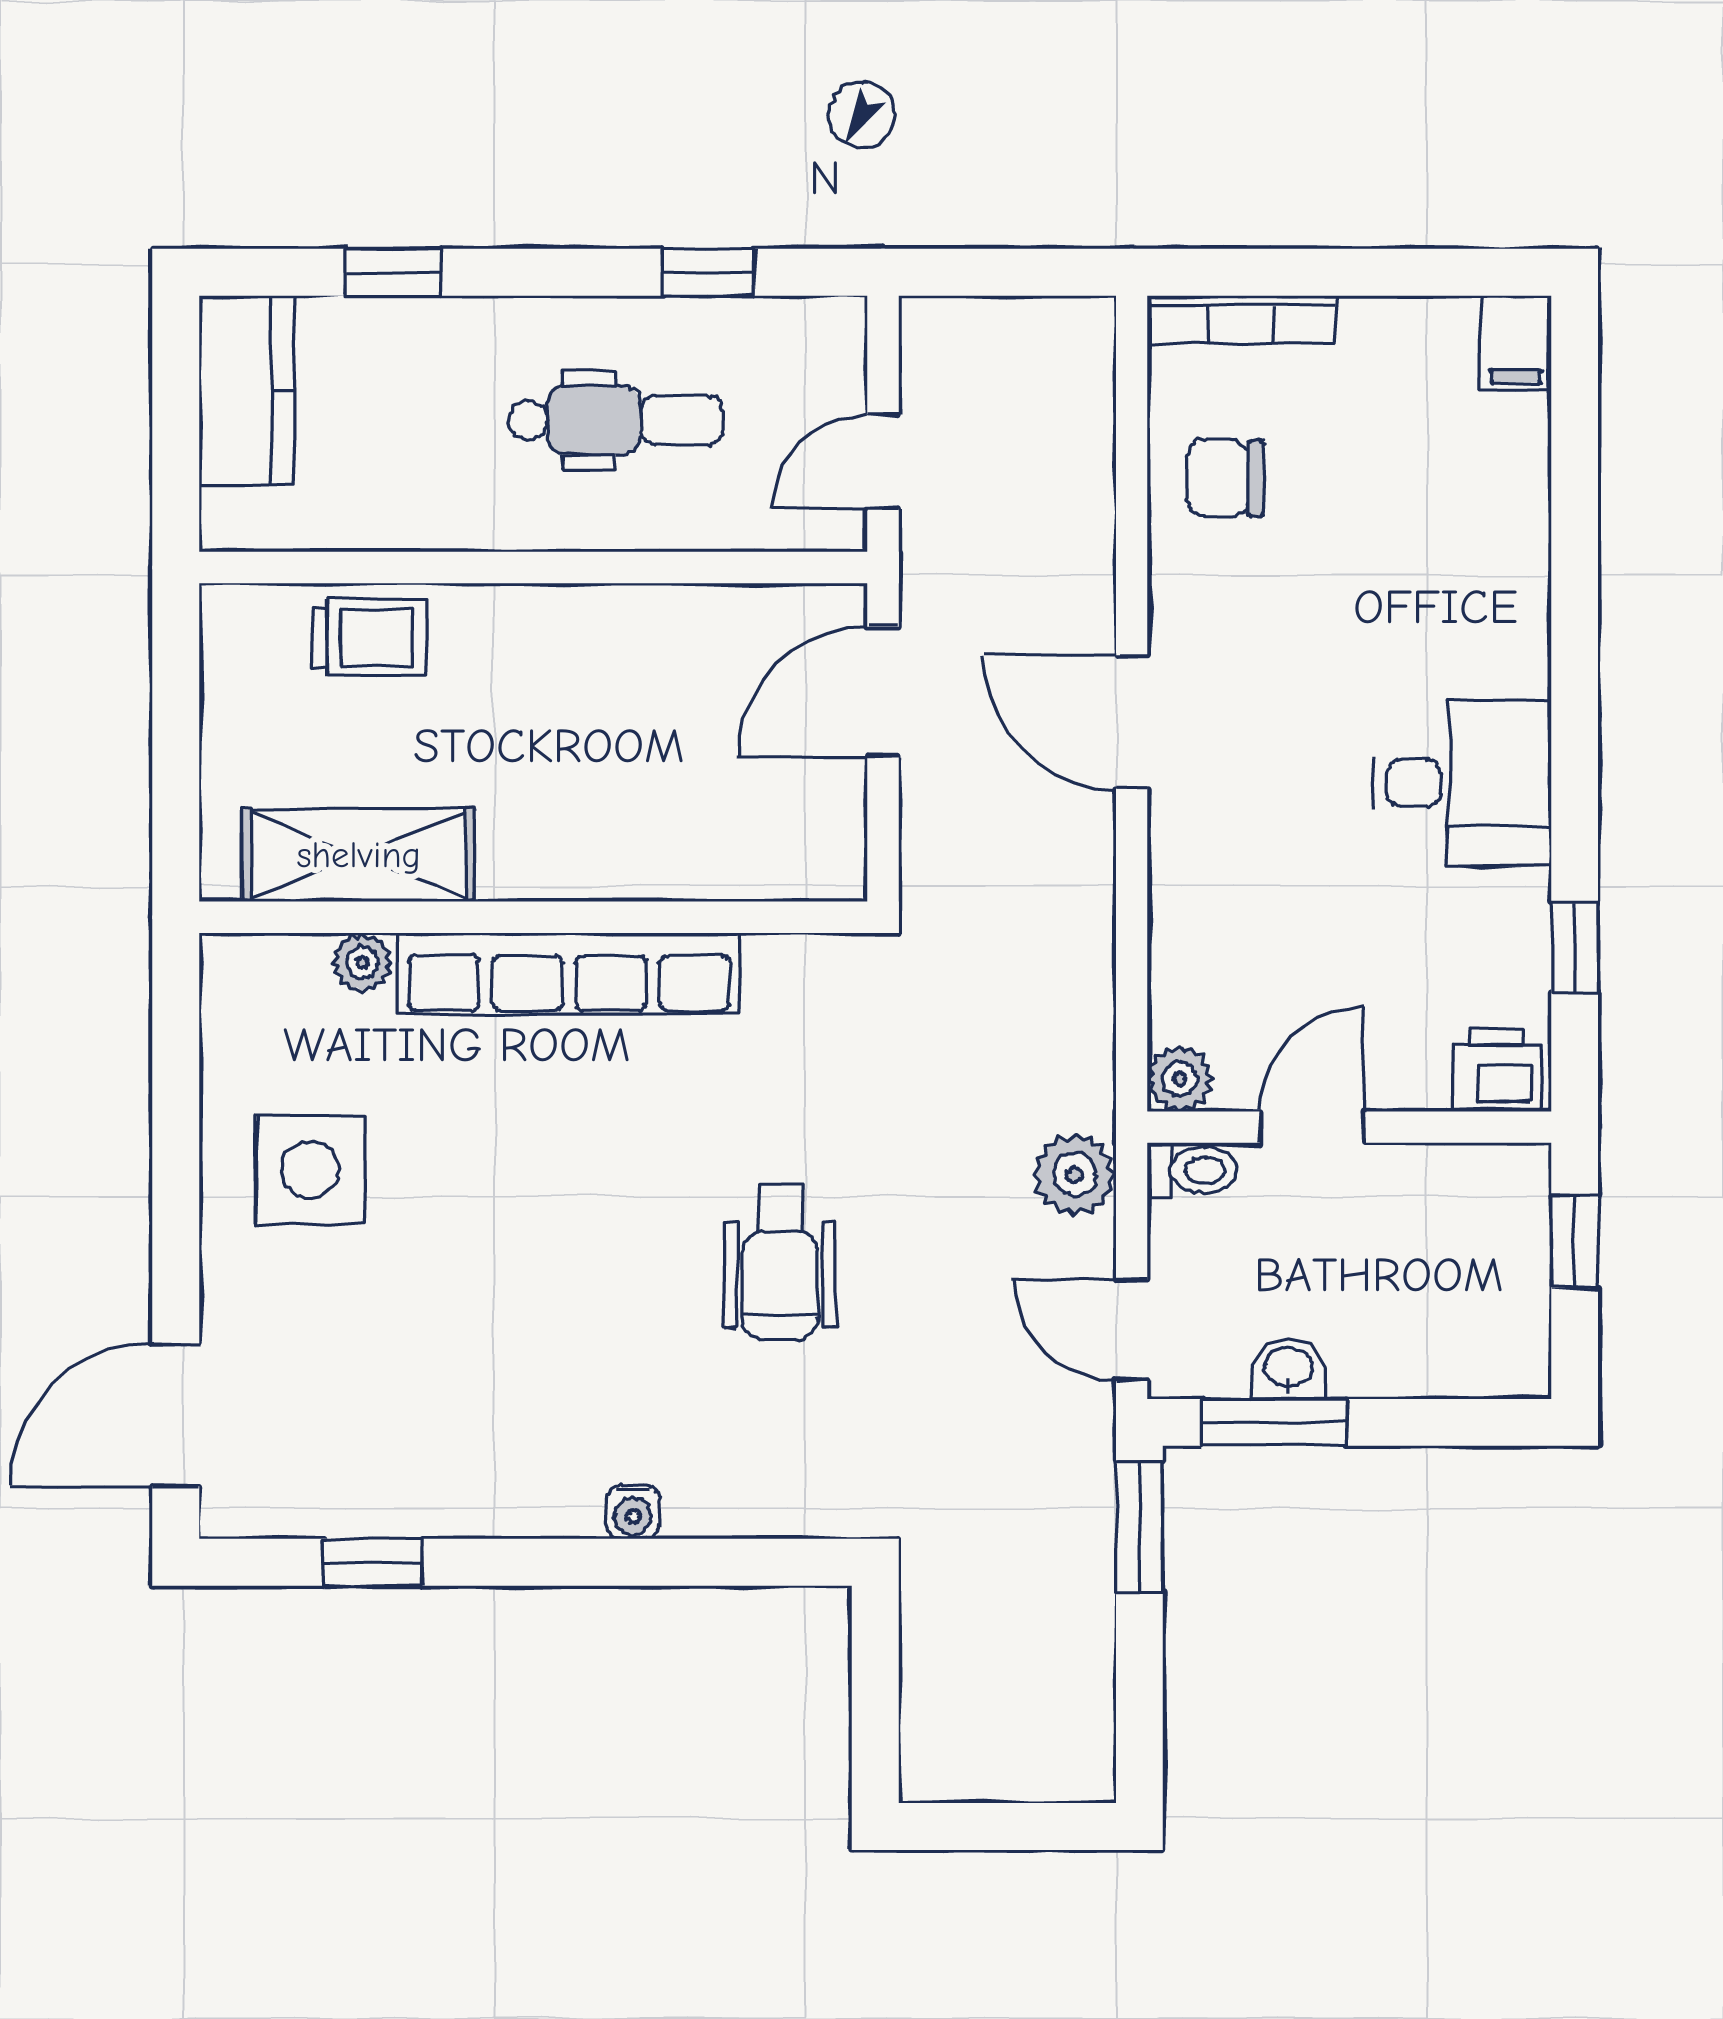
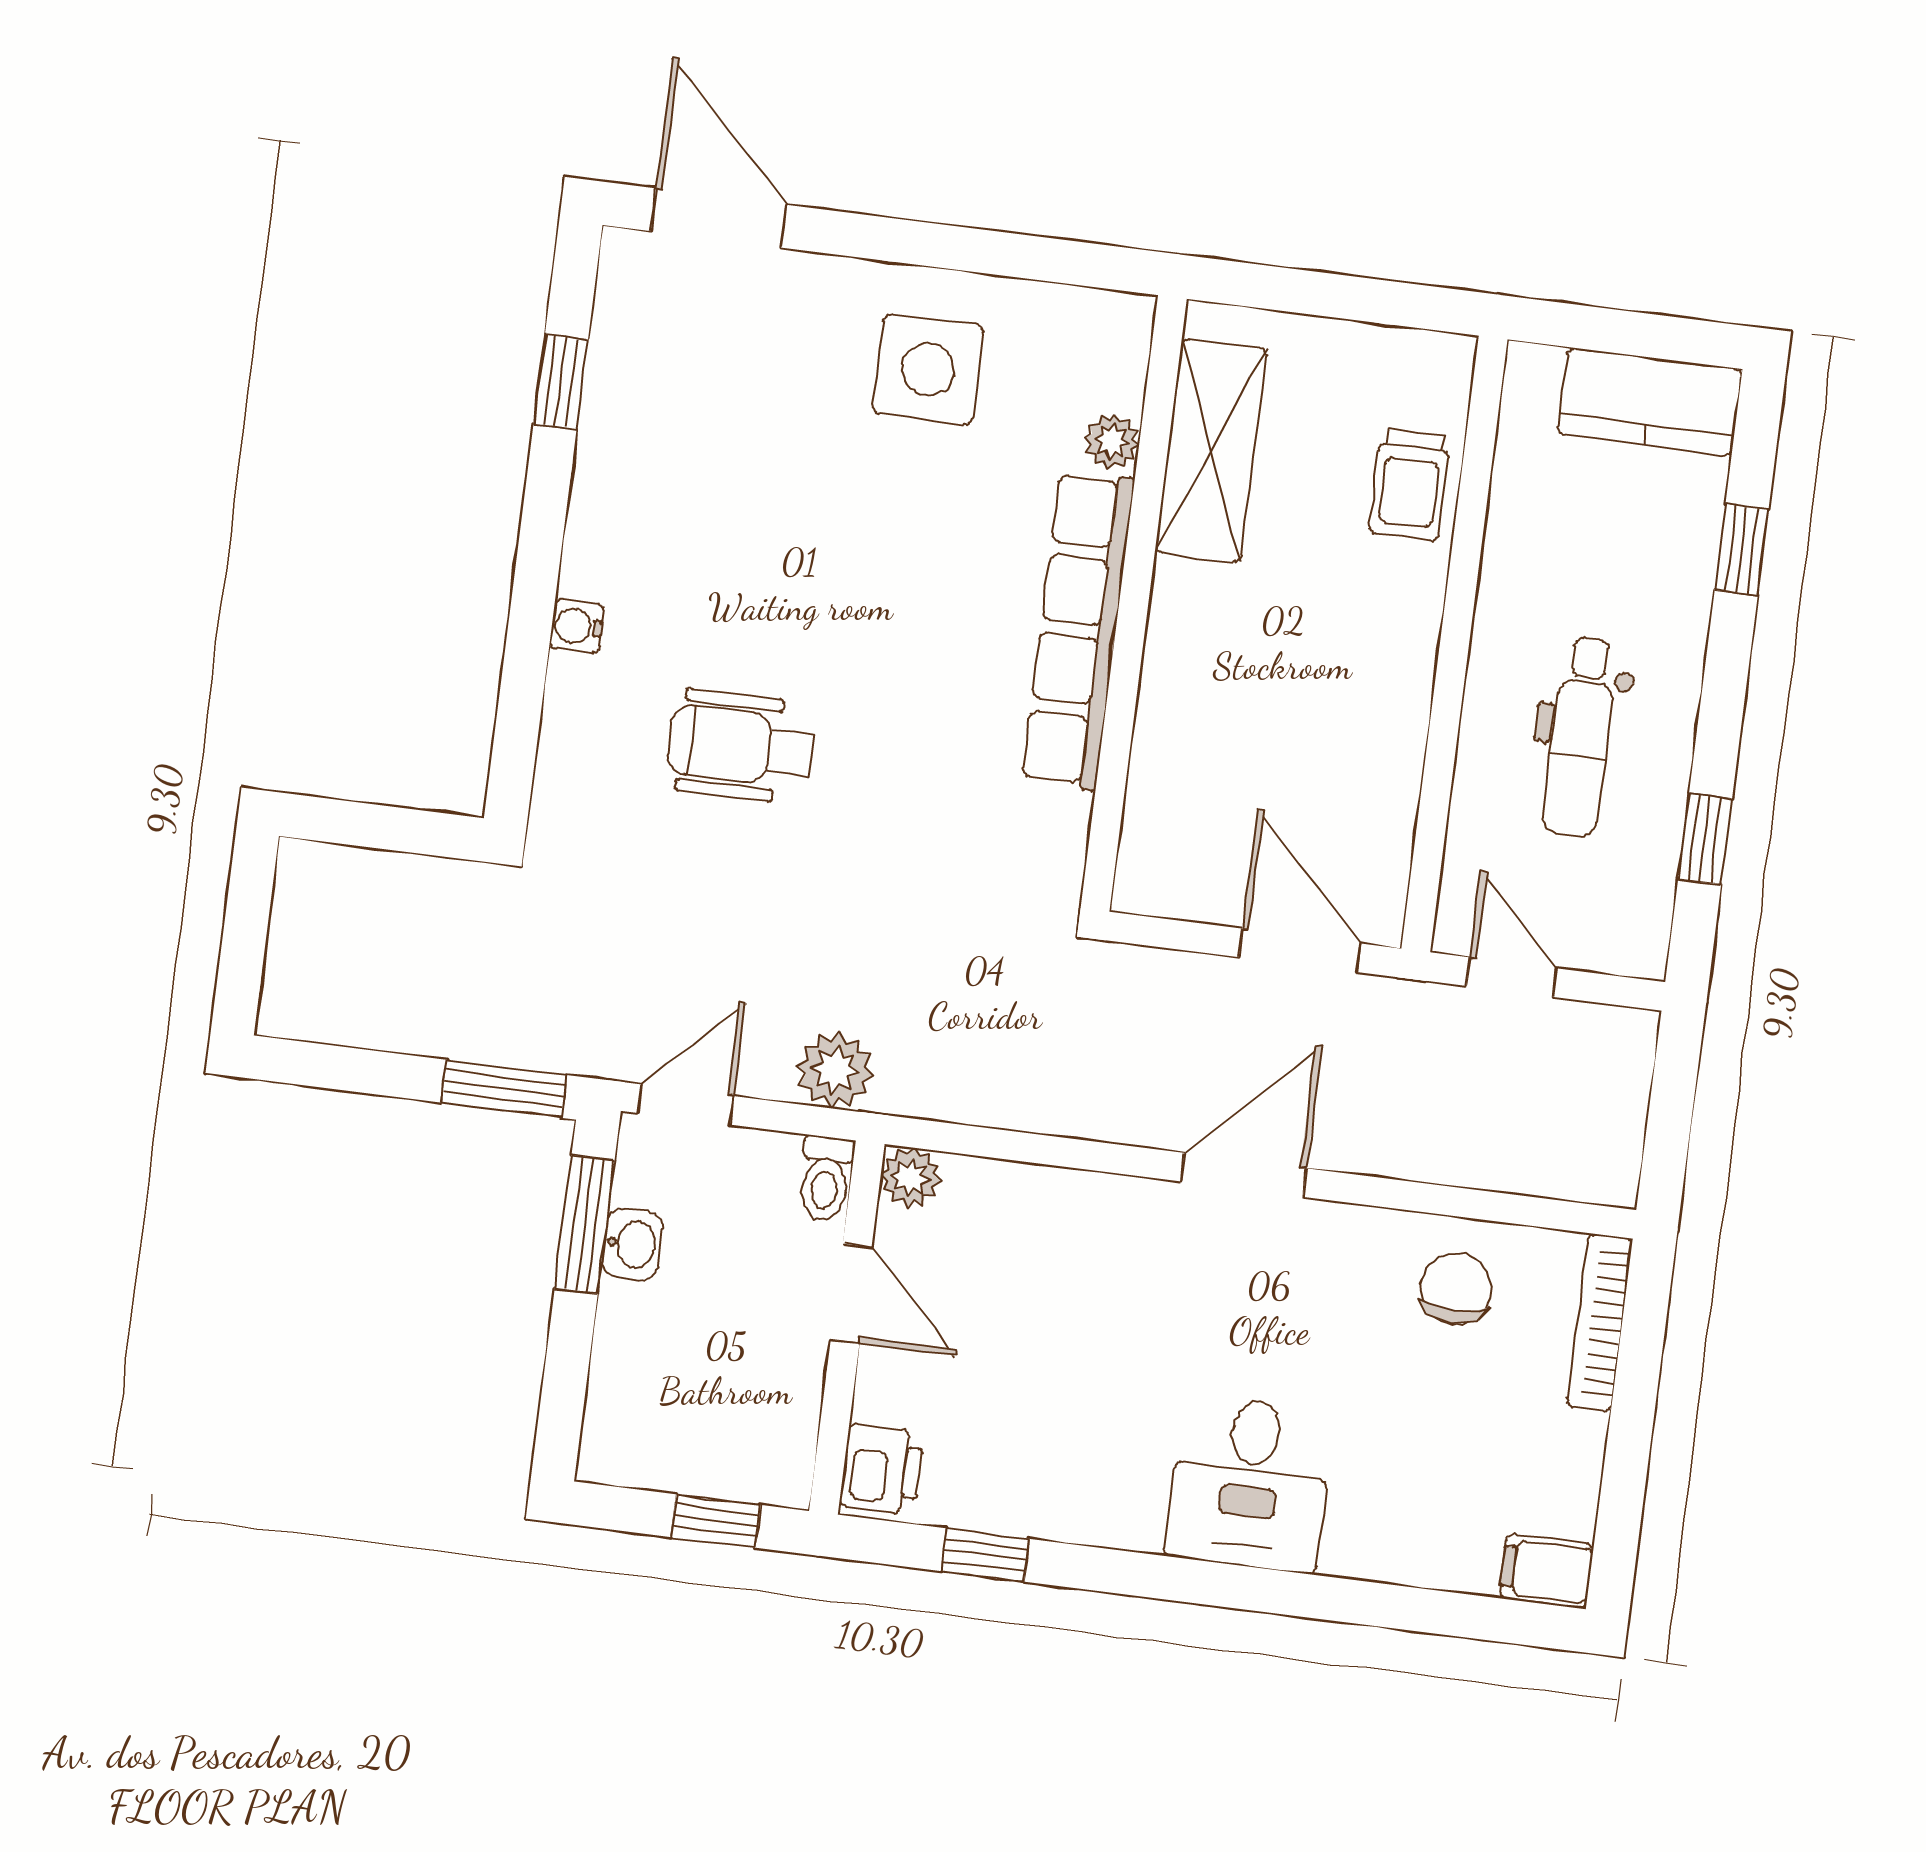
desk: (1462, 783) -> (1249, 1483), moved
wheelchair: (780, 1262) -> (741, 746), moved

